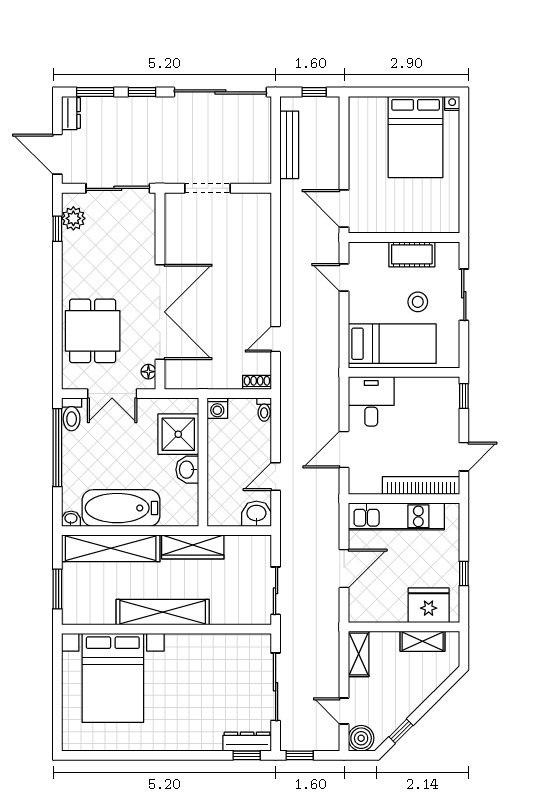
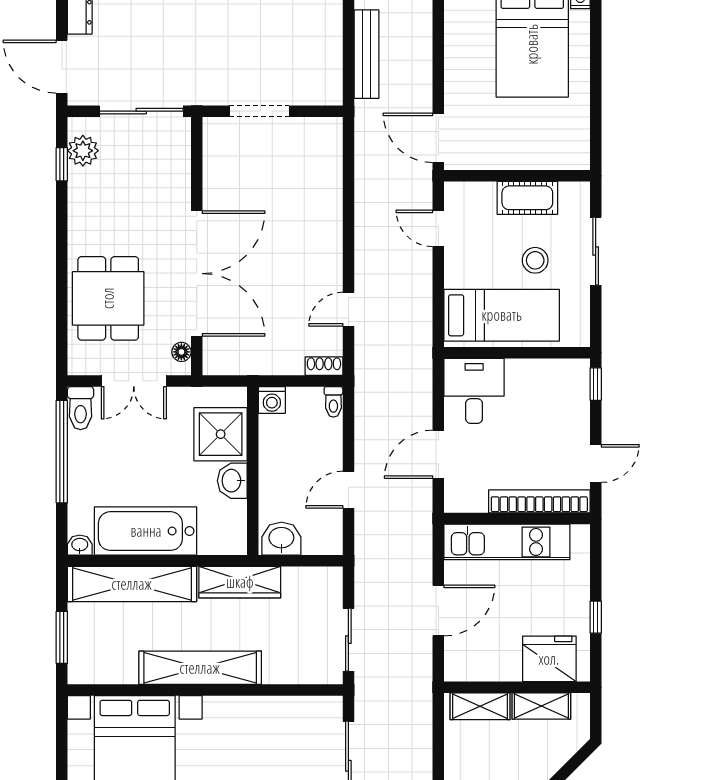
washbasin: (256, 514) -> (281, 539), moved
shelving: (359, 654) -> (480, 706), moved, turned 90

